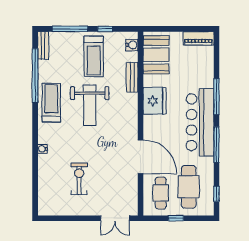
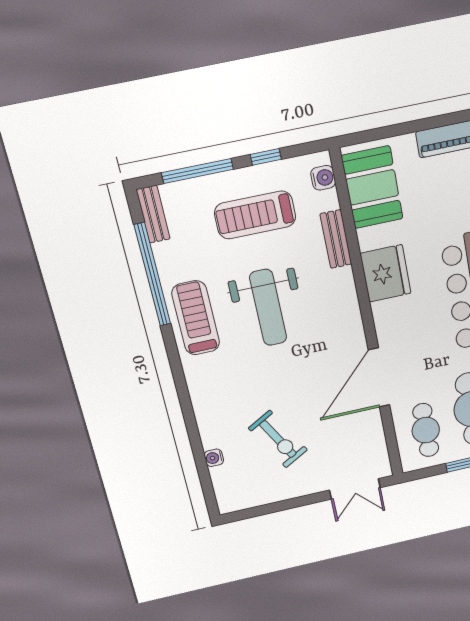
treadmill: (94, 56) -> (255, 215), turned 90
water cooler: (43, 149) -> (214, 458), moved
door: (140, 157) -> (379, 377), swing flipped
exercise bike: (79, 179) -> (278, 439), turned 151

